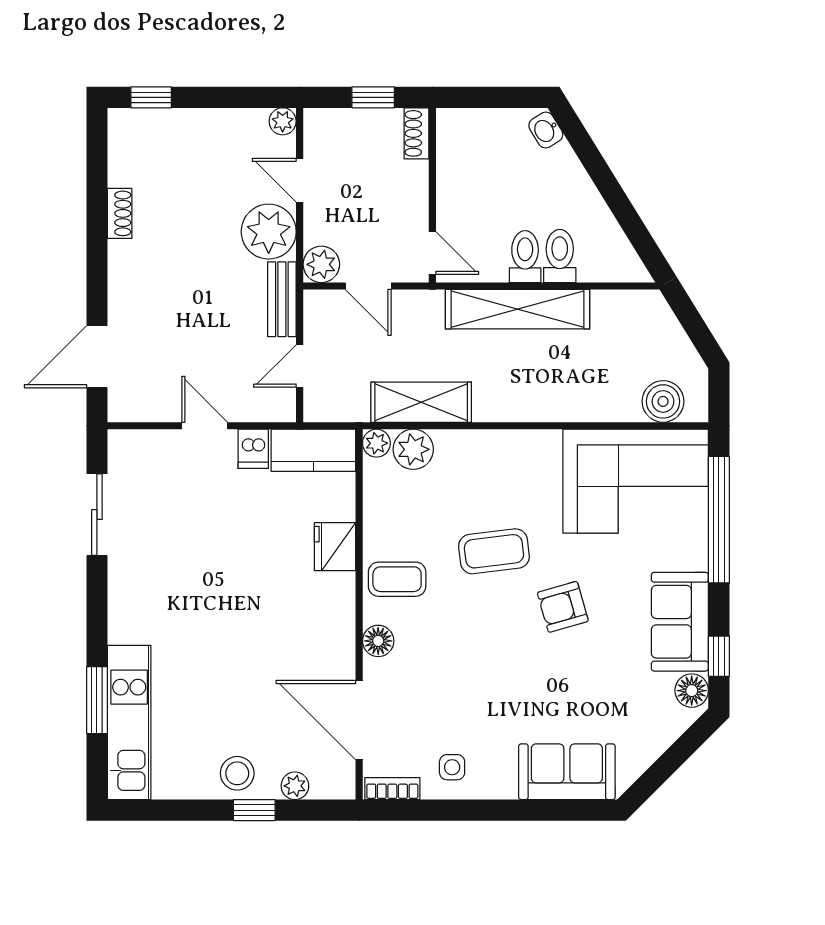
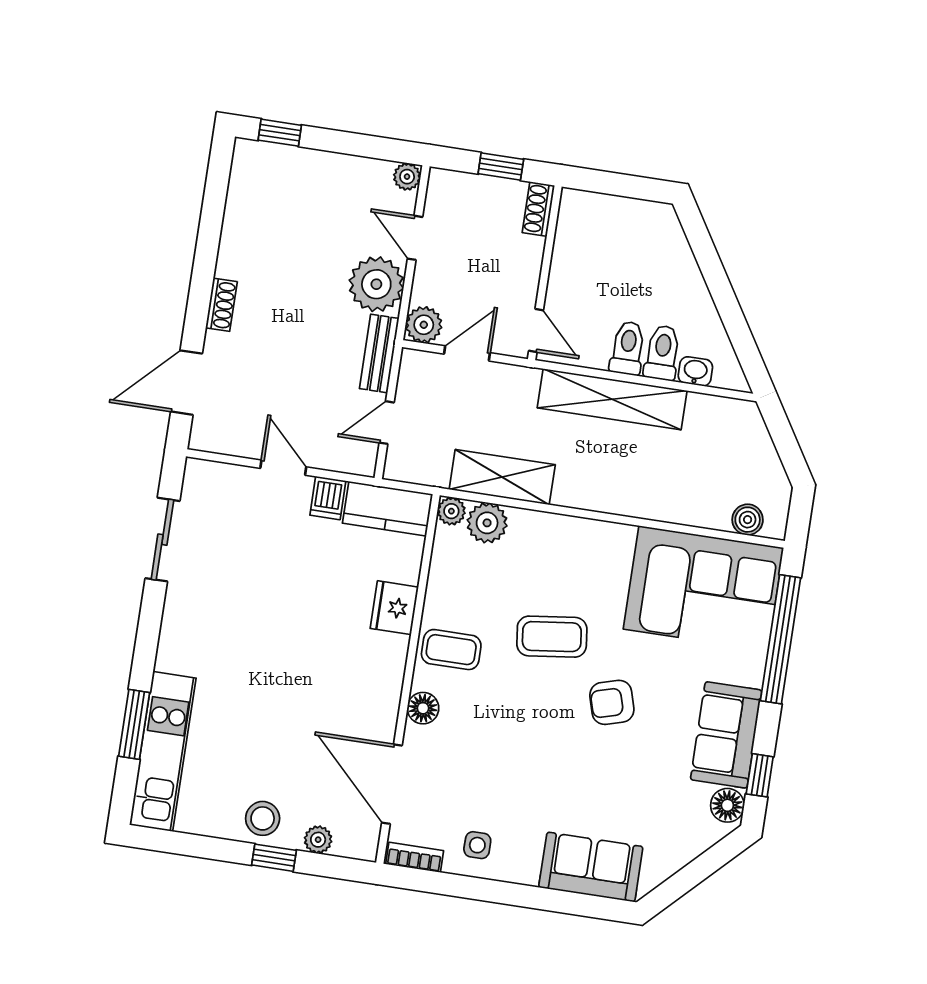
washbasin: (546, 130) -> (695, 371), moved, turned 122
shoe rack: (120, 213) -> (221, 305), moved
door: (368, 286) -> (467, 353), swing flipped
boiler: (663, 401) -> (748, 520), width x0.73, depth x0.73

